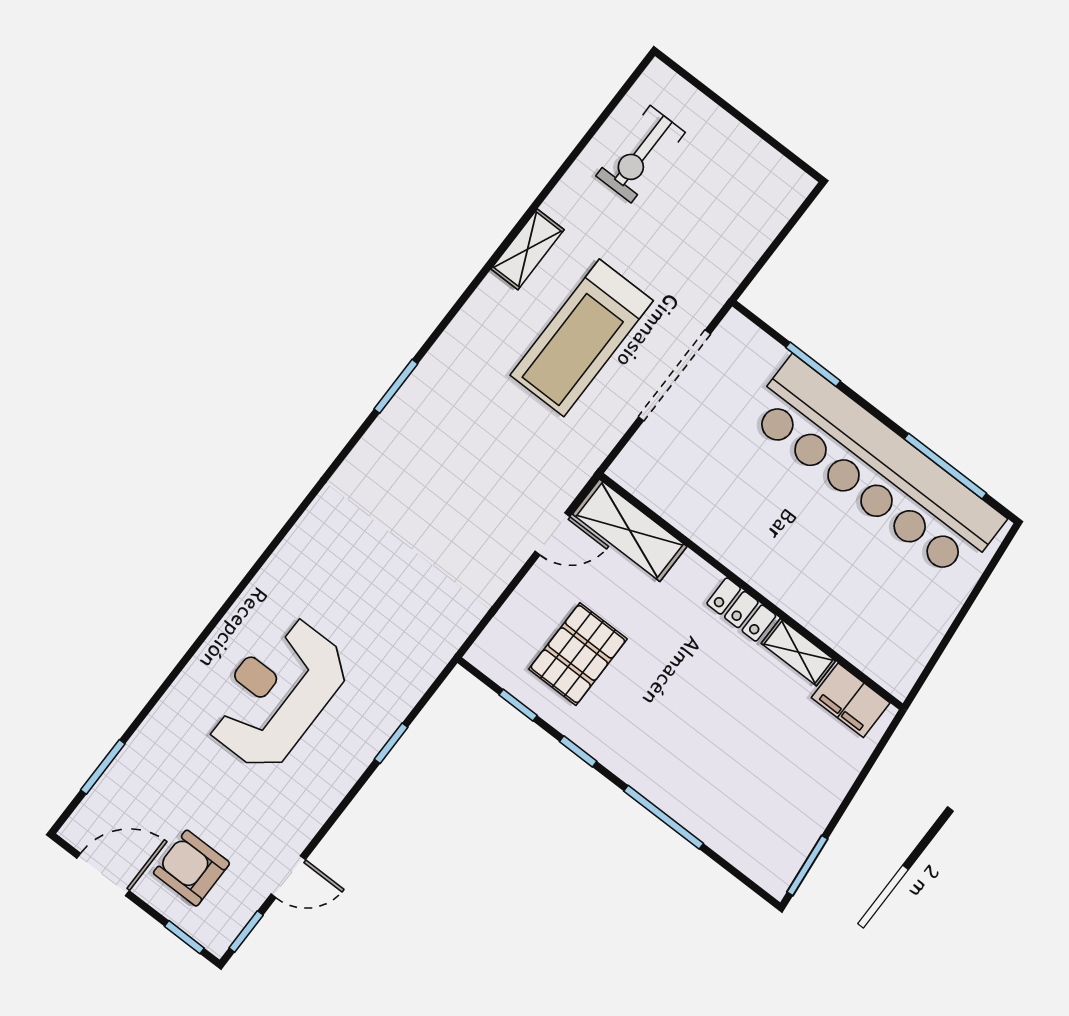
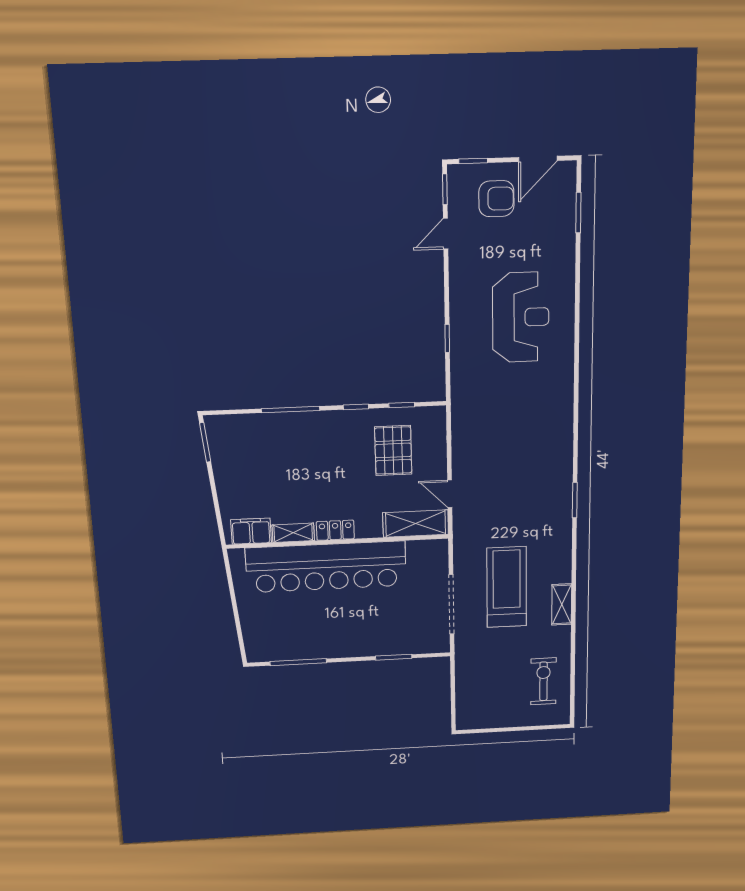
bar counter: (875, 468) -> (326, 567), moved, turned 180
door: (552, 534) -> (450, 494), hinge flipped

